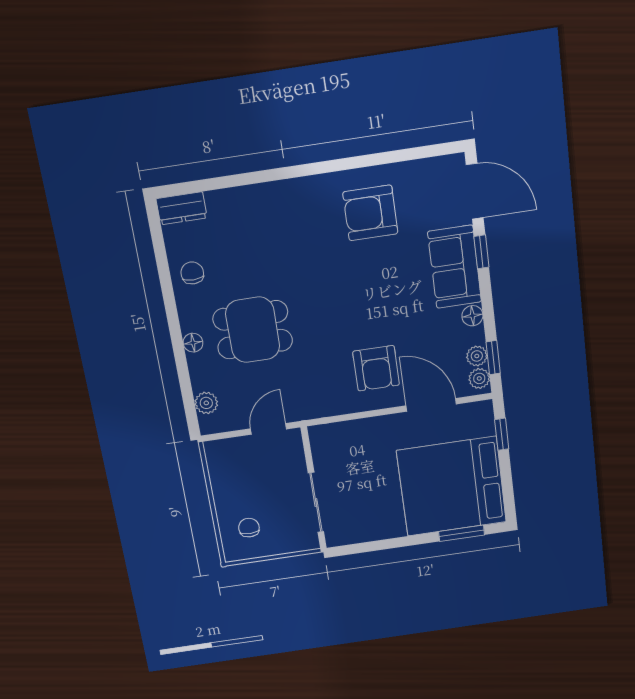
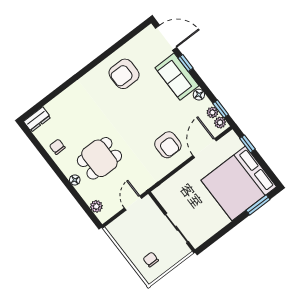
door: (431, 405) -> (205, 148), hinge flipped

